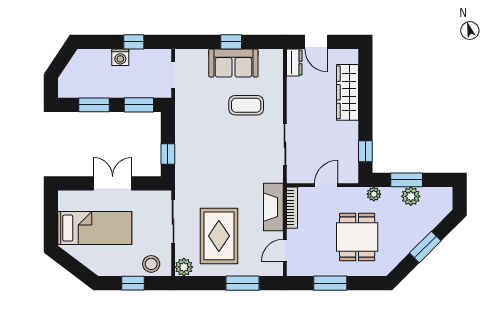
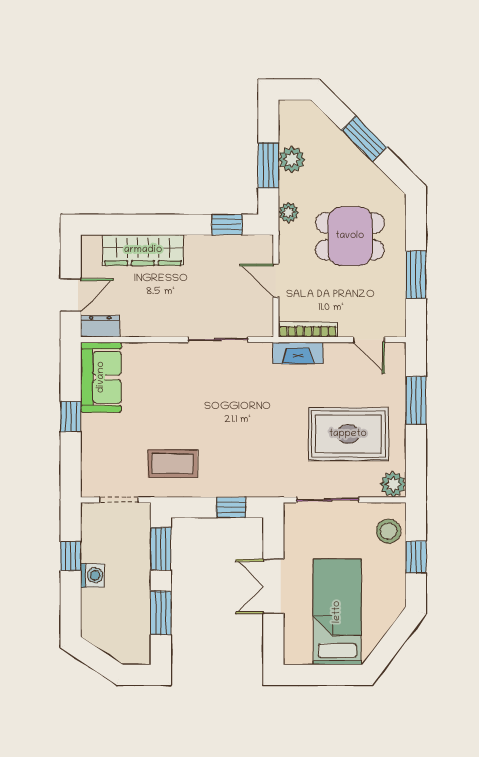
sofa: (233, 63) -> (101, 377), moved
coffee table: (246, 105) -> (173, 464), moved, turned 90
fireplace: (273, 207) -> (298, 353), width x0.73, depth x0.76

